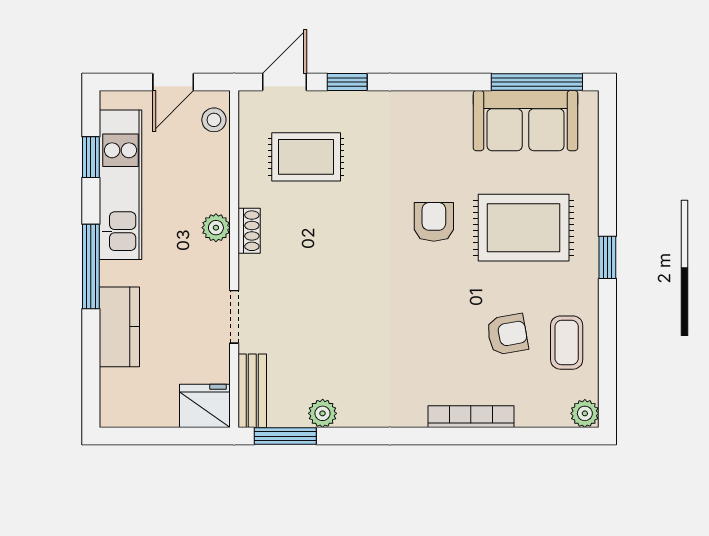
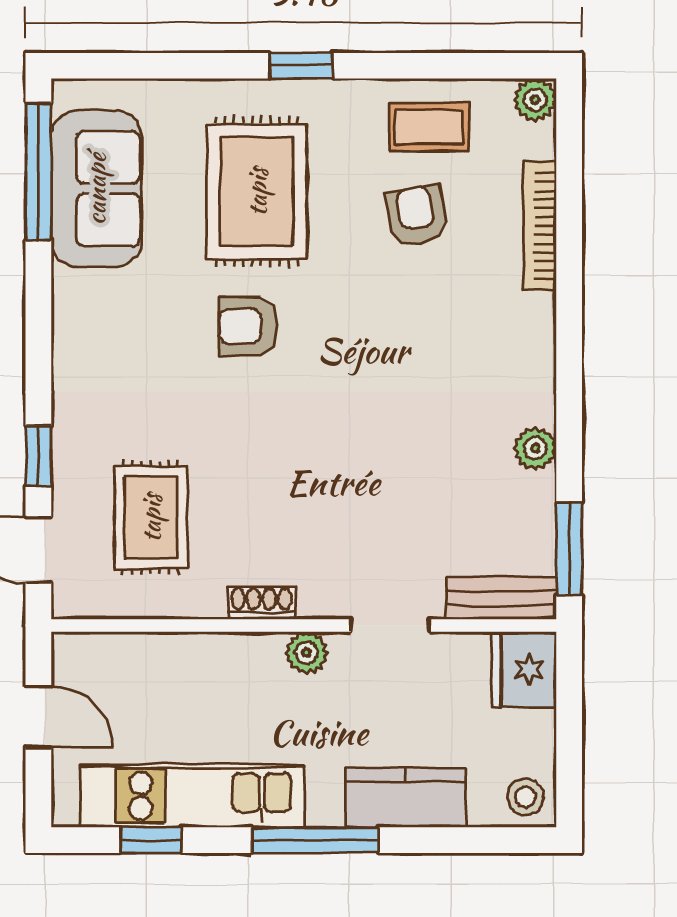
stool: (214, 120) -> (525, 797), moved
plant: (216, 228) -> (307, 653), moved
plant: (323, 413) -> (535, 448), moved
bookcase: (471, 417) -> (540, 226), moved

